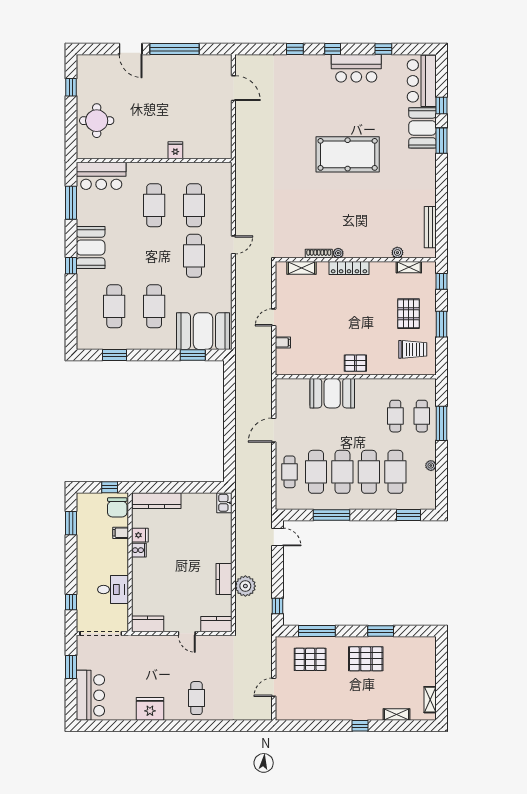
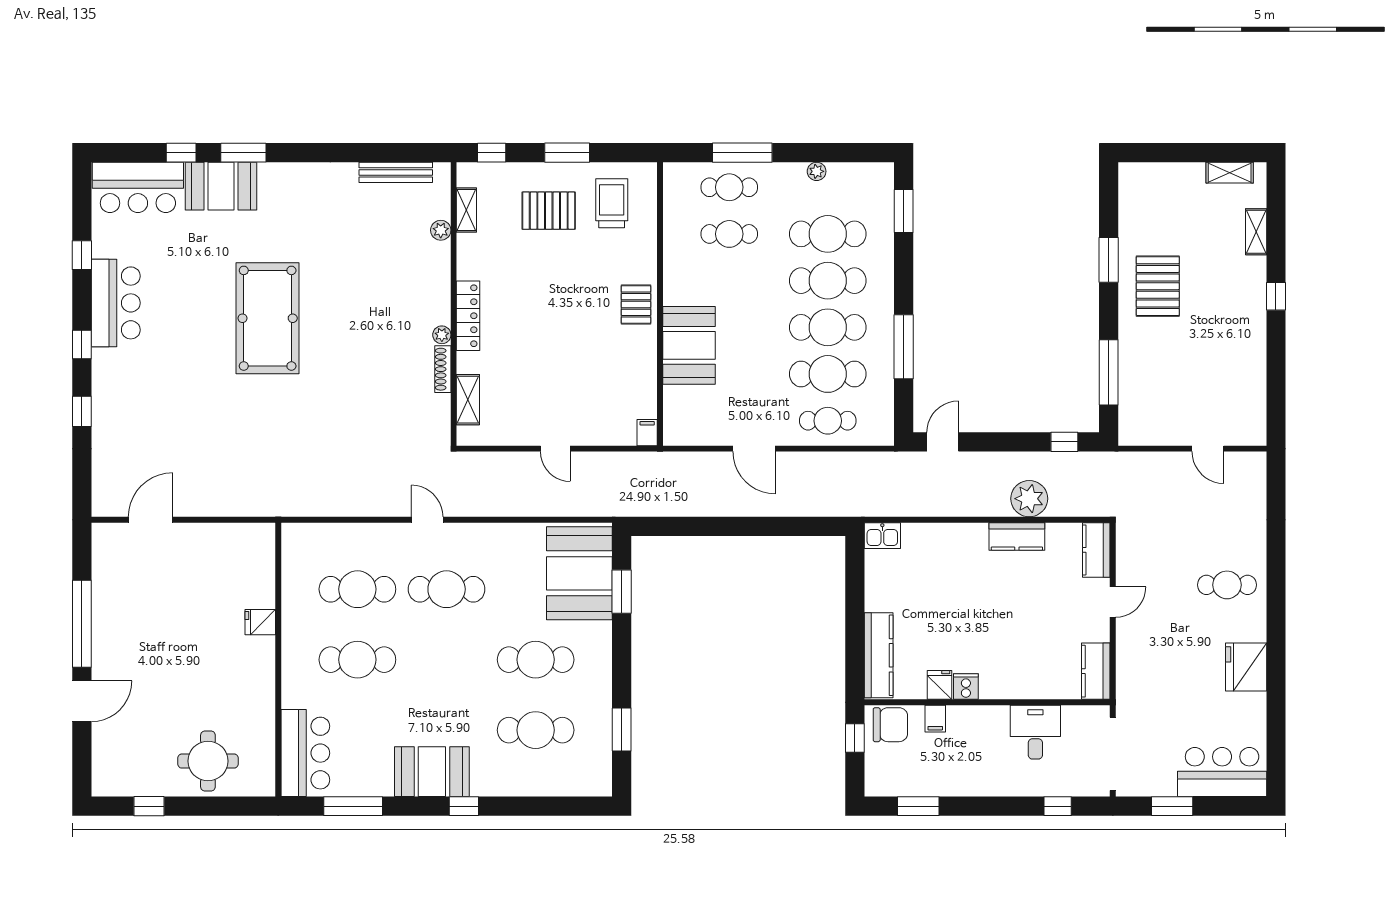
filing cabinet: (283, 342) -> (647, 433), moved
pallet: (310, 659) -> (1159, 384), removed

